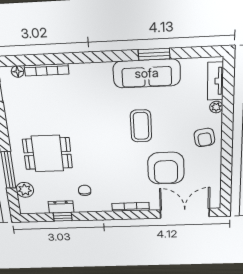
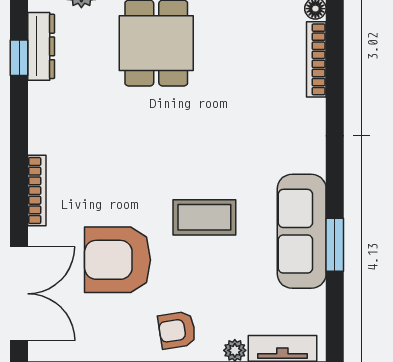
chair: (85, 190) -> (76, 105), removed
dresser: (61, 207) -> (41, 46), width x1.44

